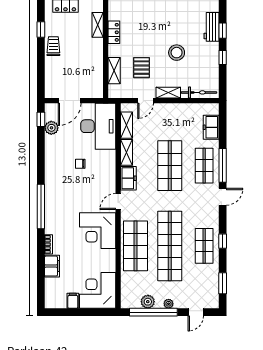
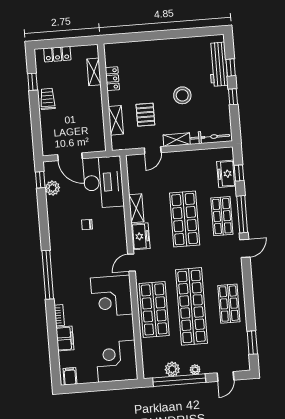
workbench: (211, 27) -> (218, 64), width x1.38
door: (70, 101) -> (70, 157), hinge flipped
shelving: (127, 125) -> (134, 179), removed
window: (223, 241) -> (239, 173), moved
filing cabinet: (73, 301) -> (70, 376), moved

